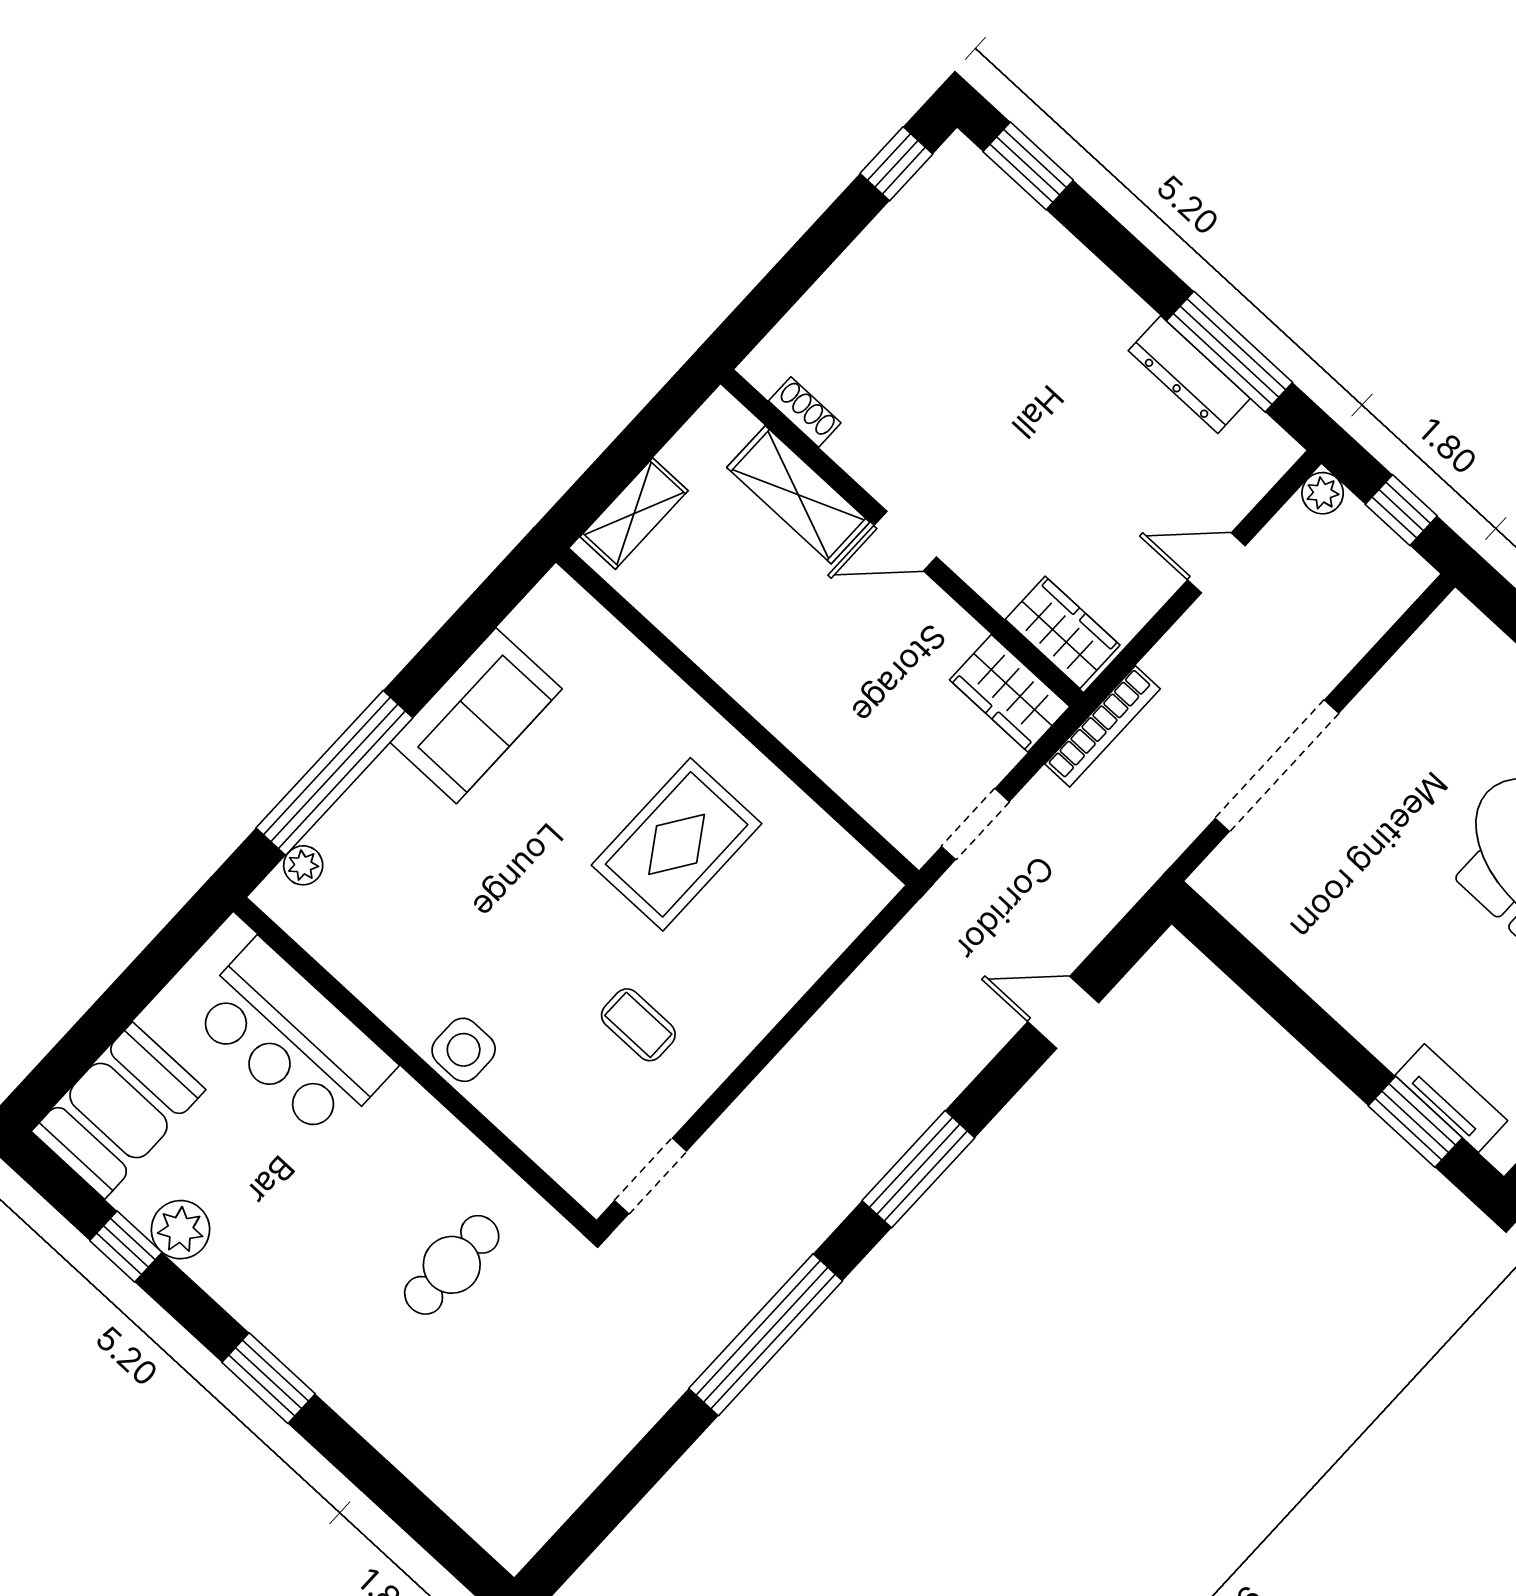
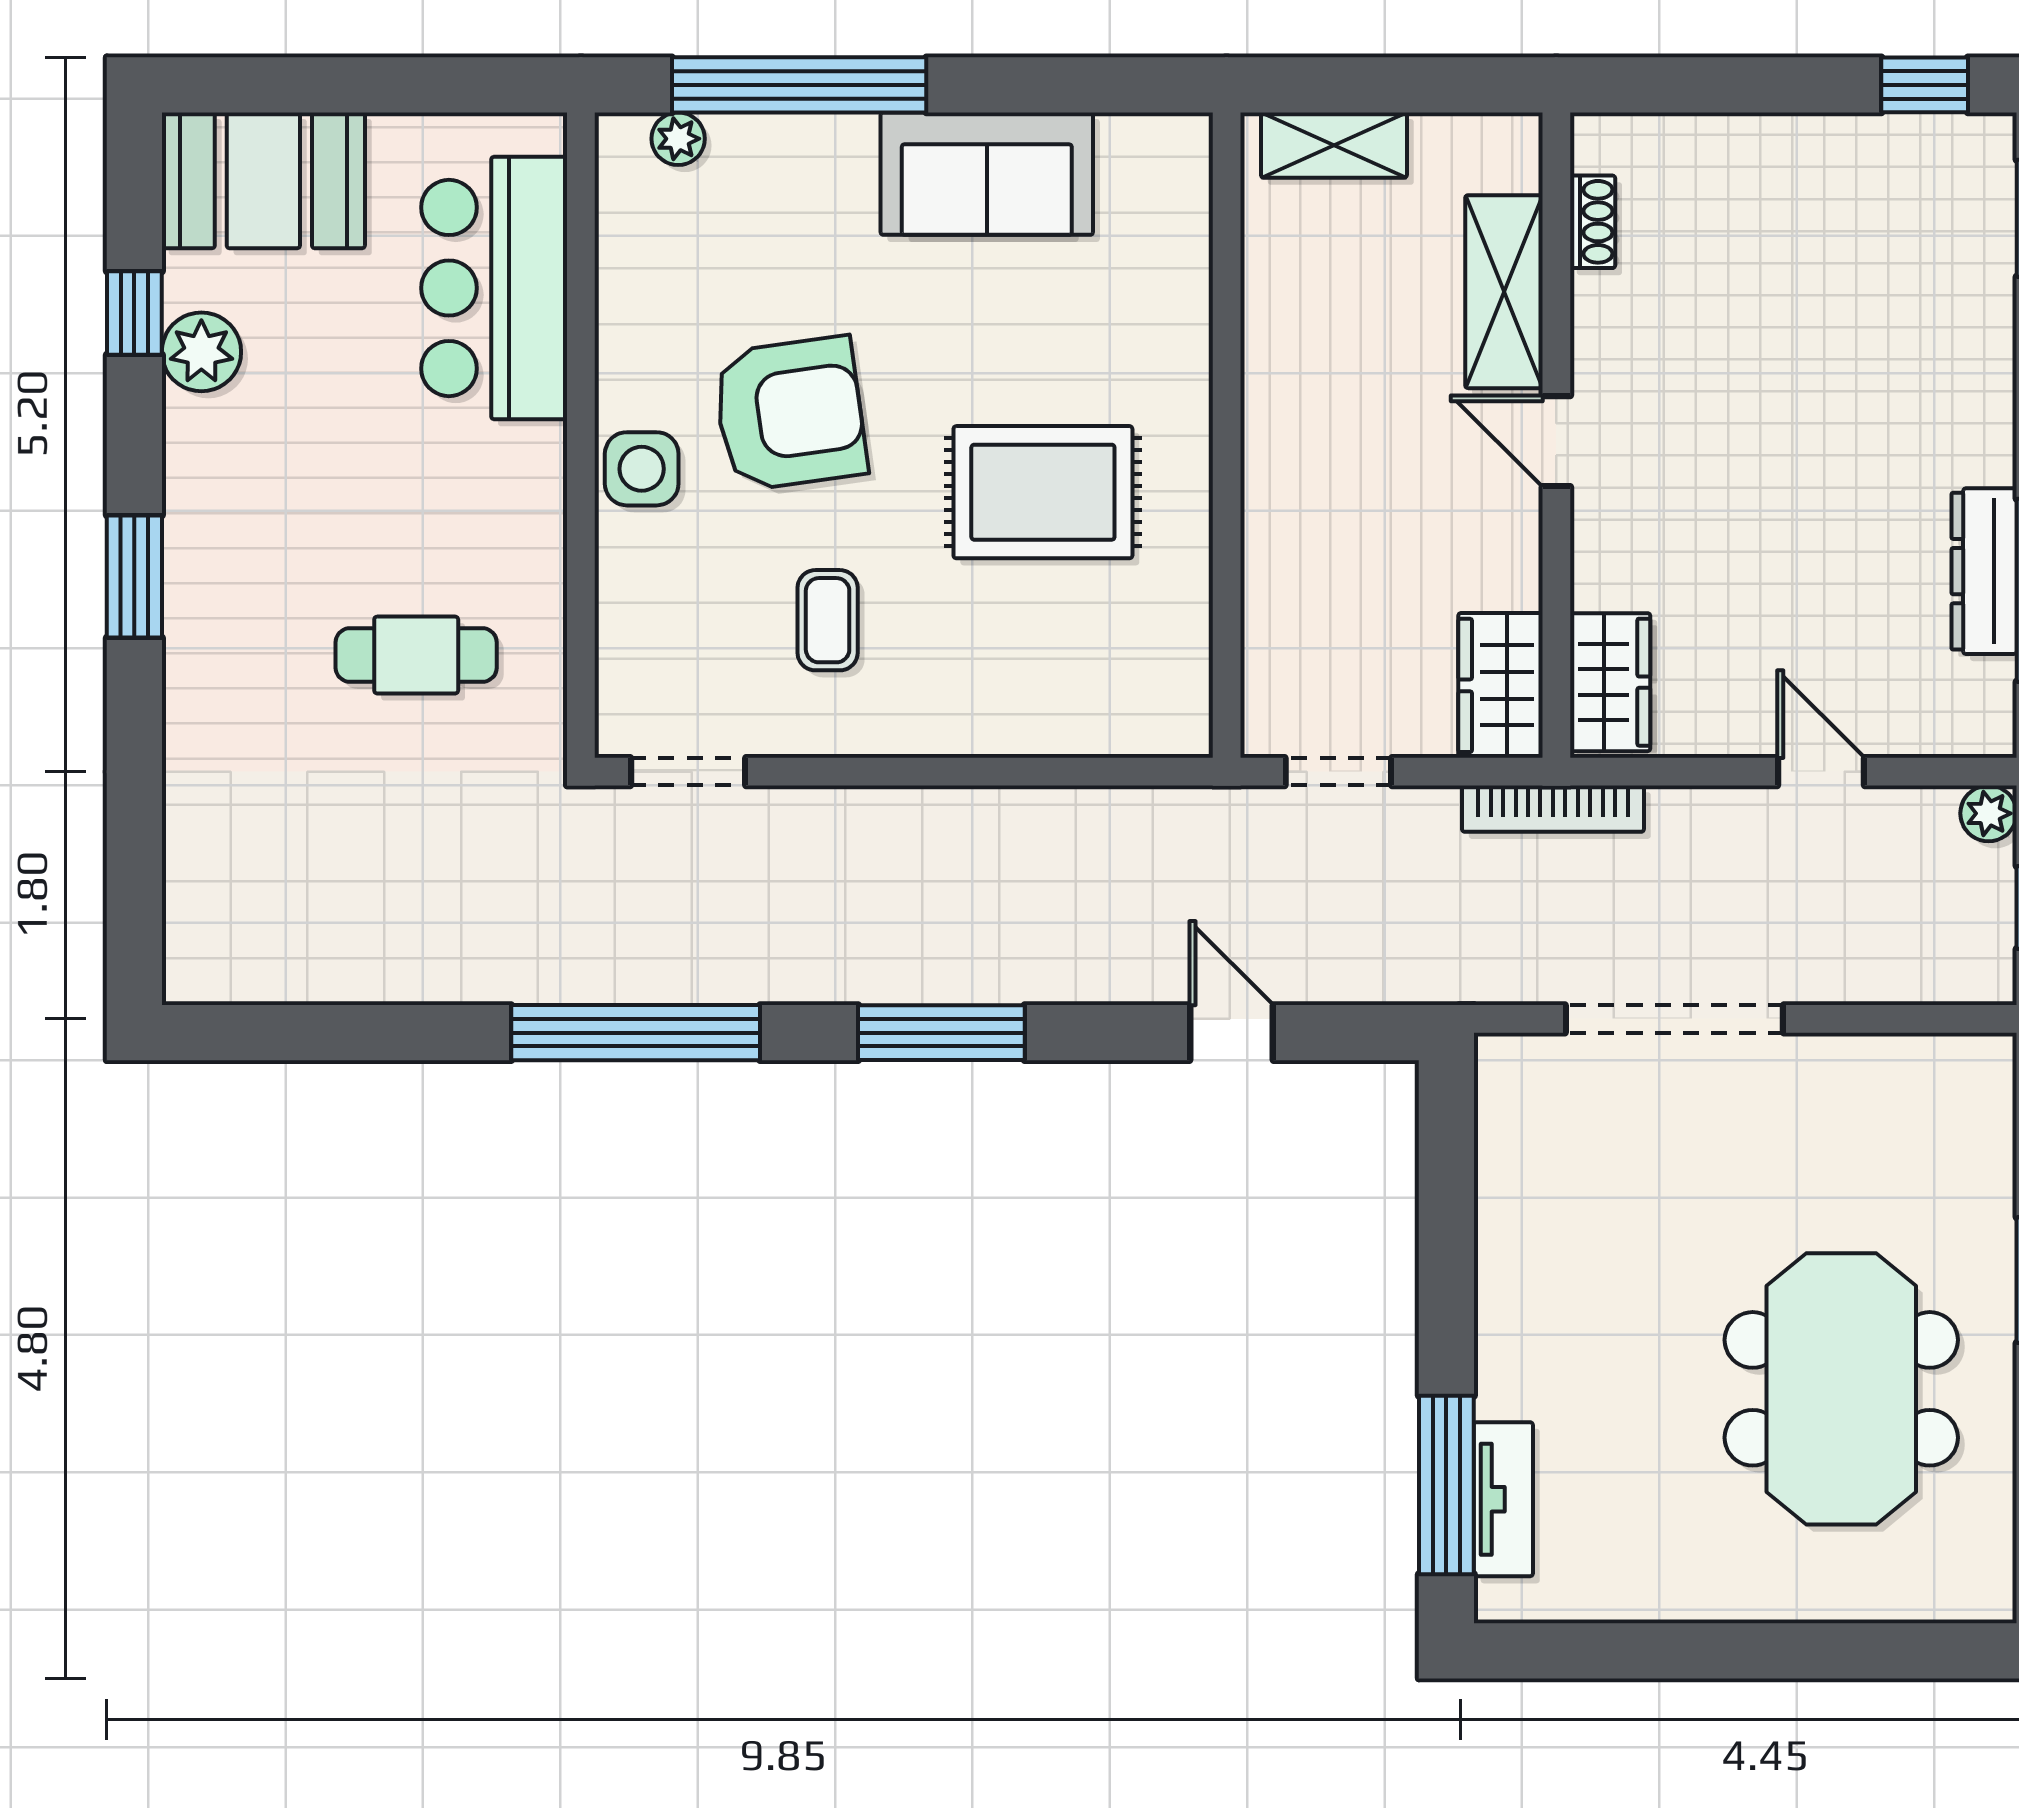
armchair: (508, 942) -> (790, 414), added
window: (1415, 1122) -> (1446, 1485), width x1.44

